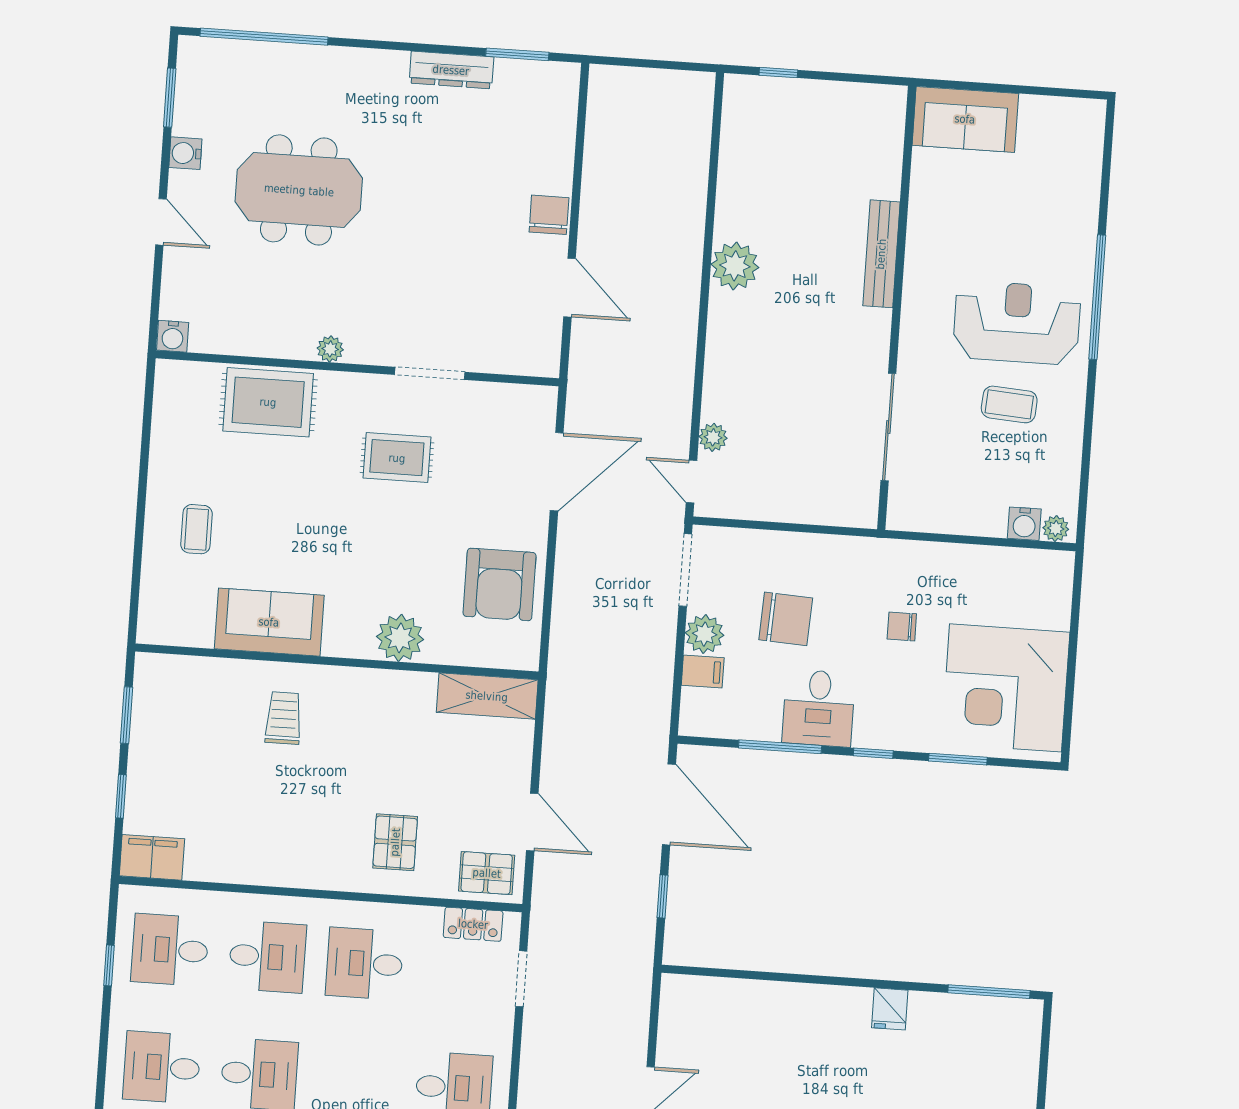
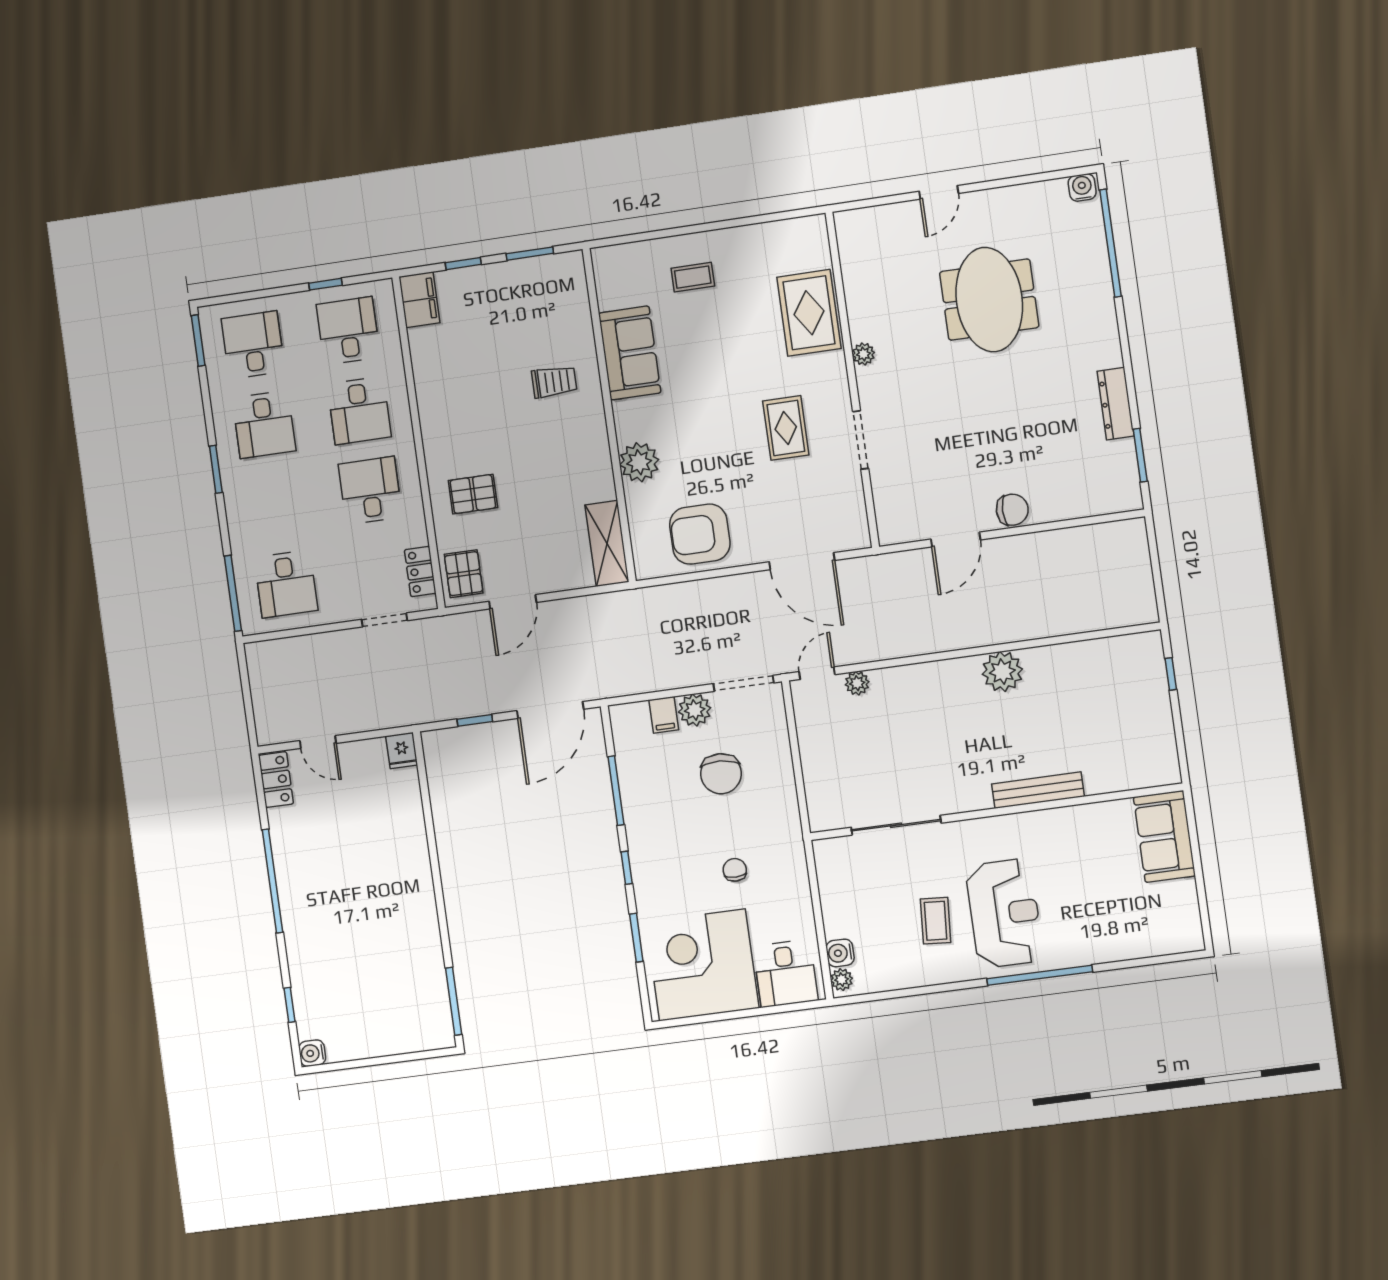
window: (170, 98) -> (1043, 177), removed
water cooler: (185, 153) -> (1082, 187), moved
water cooler: (173, 336) -> (847, 223), removed
desk: (819, 708) -> (786, 973), moved, turned -90
fridge: (890, 1009) -> (402, 751), moved, turned -90

